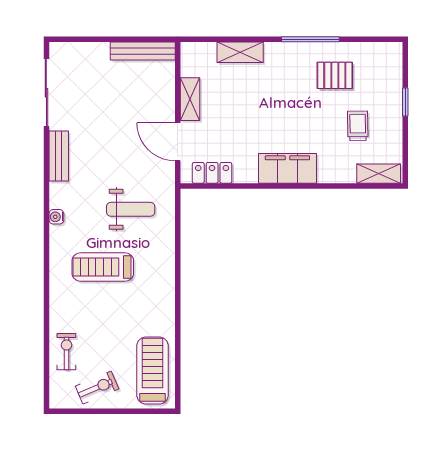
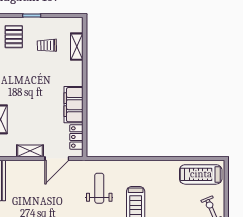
pallet: (335, 75) -> (14, 37), moved
filing cabinet: (287, 168) -> (74, 105), moved
shelving: (379, 174) -> (77, 47), moved

